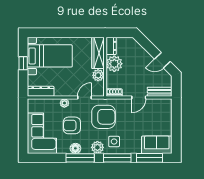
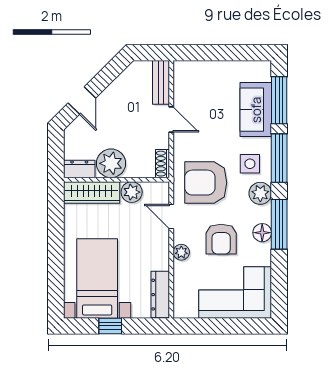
door: (162, 60) -> (82, 101), moved
armchair: (104, 117) -> (206, 183), turned -90
sofa: (157, 145) -> (256, 110), moved

